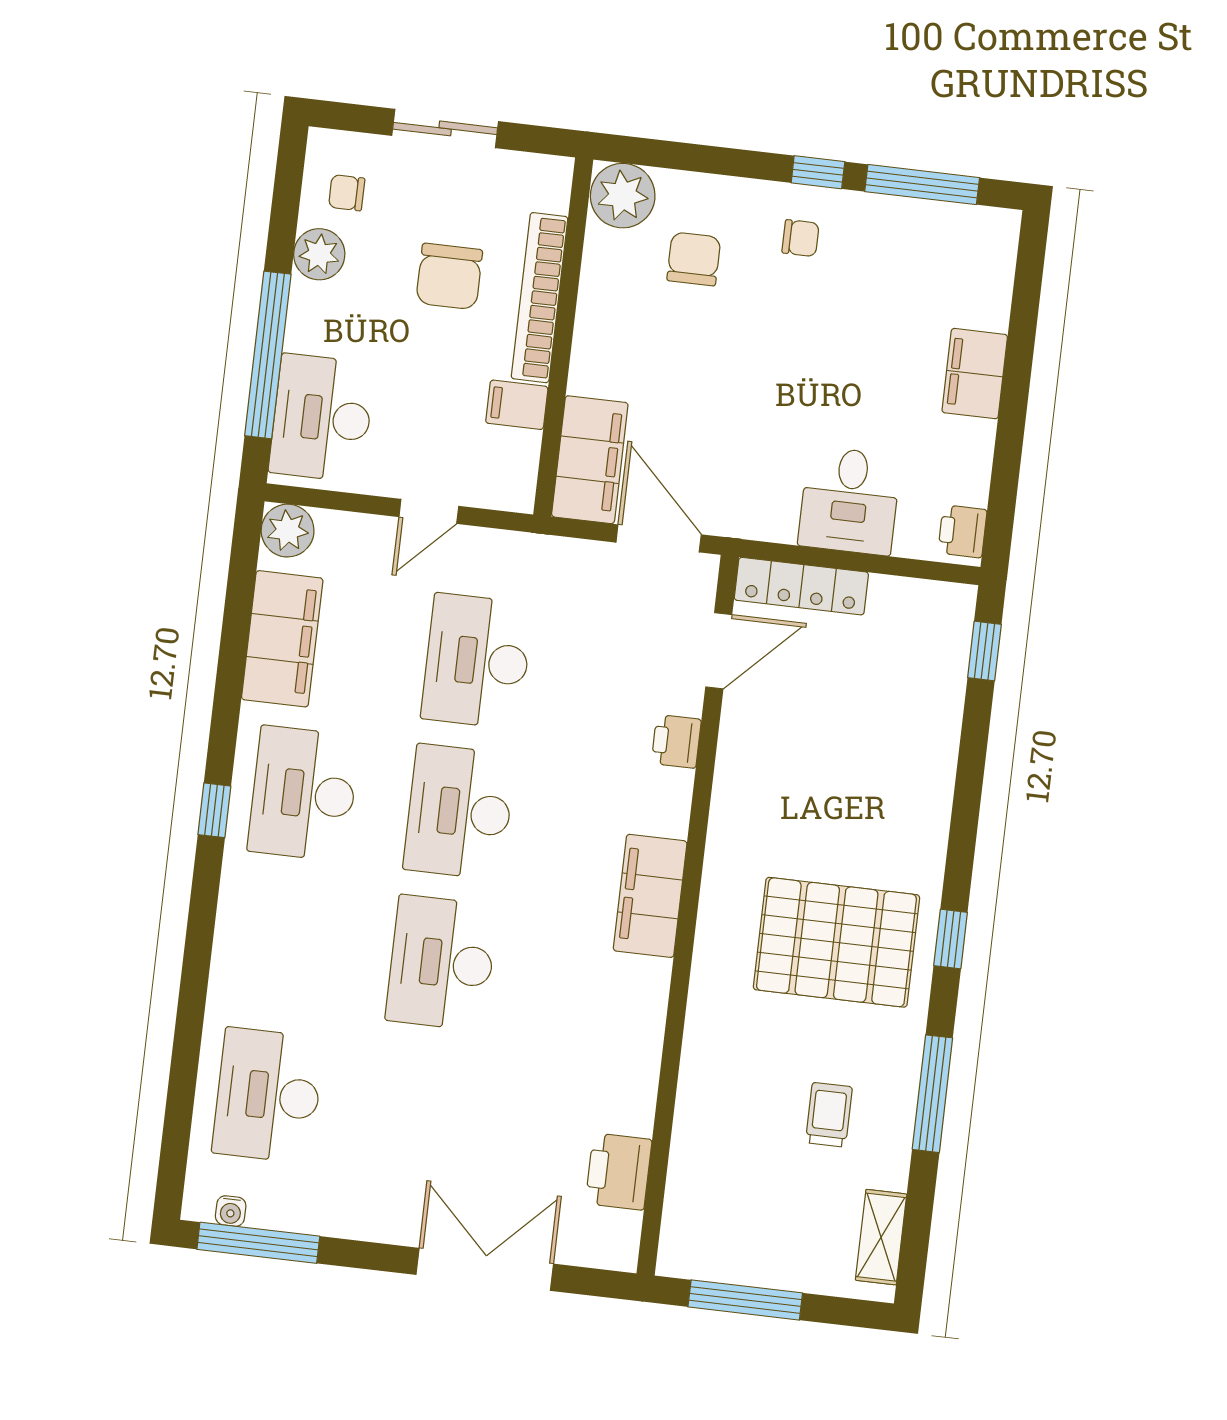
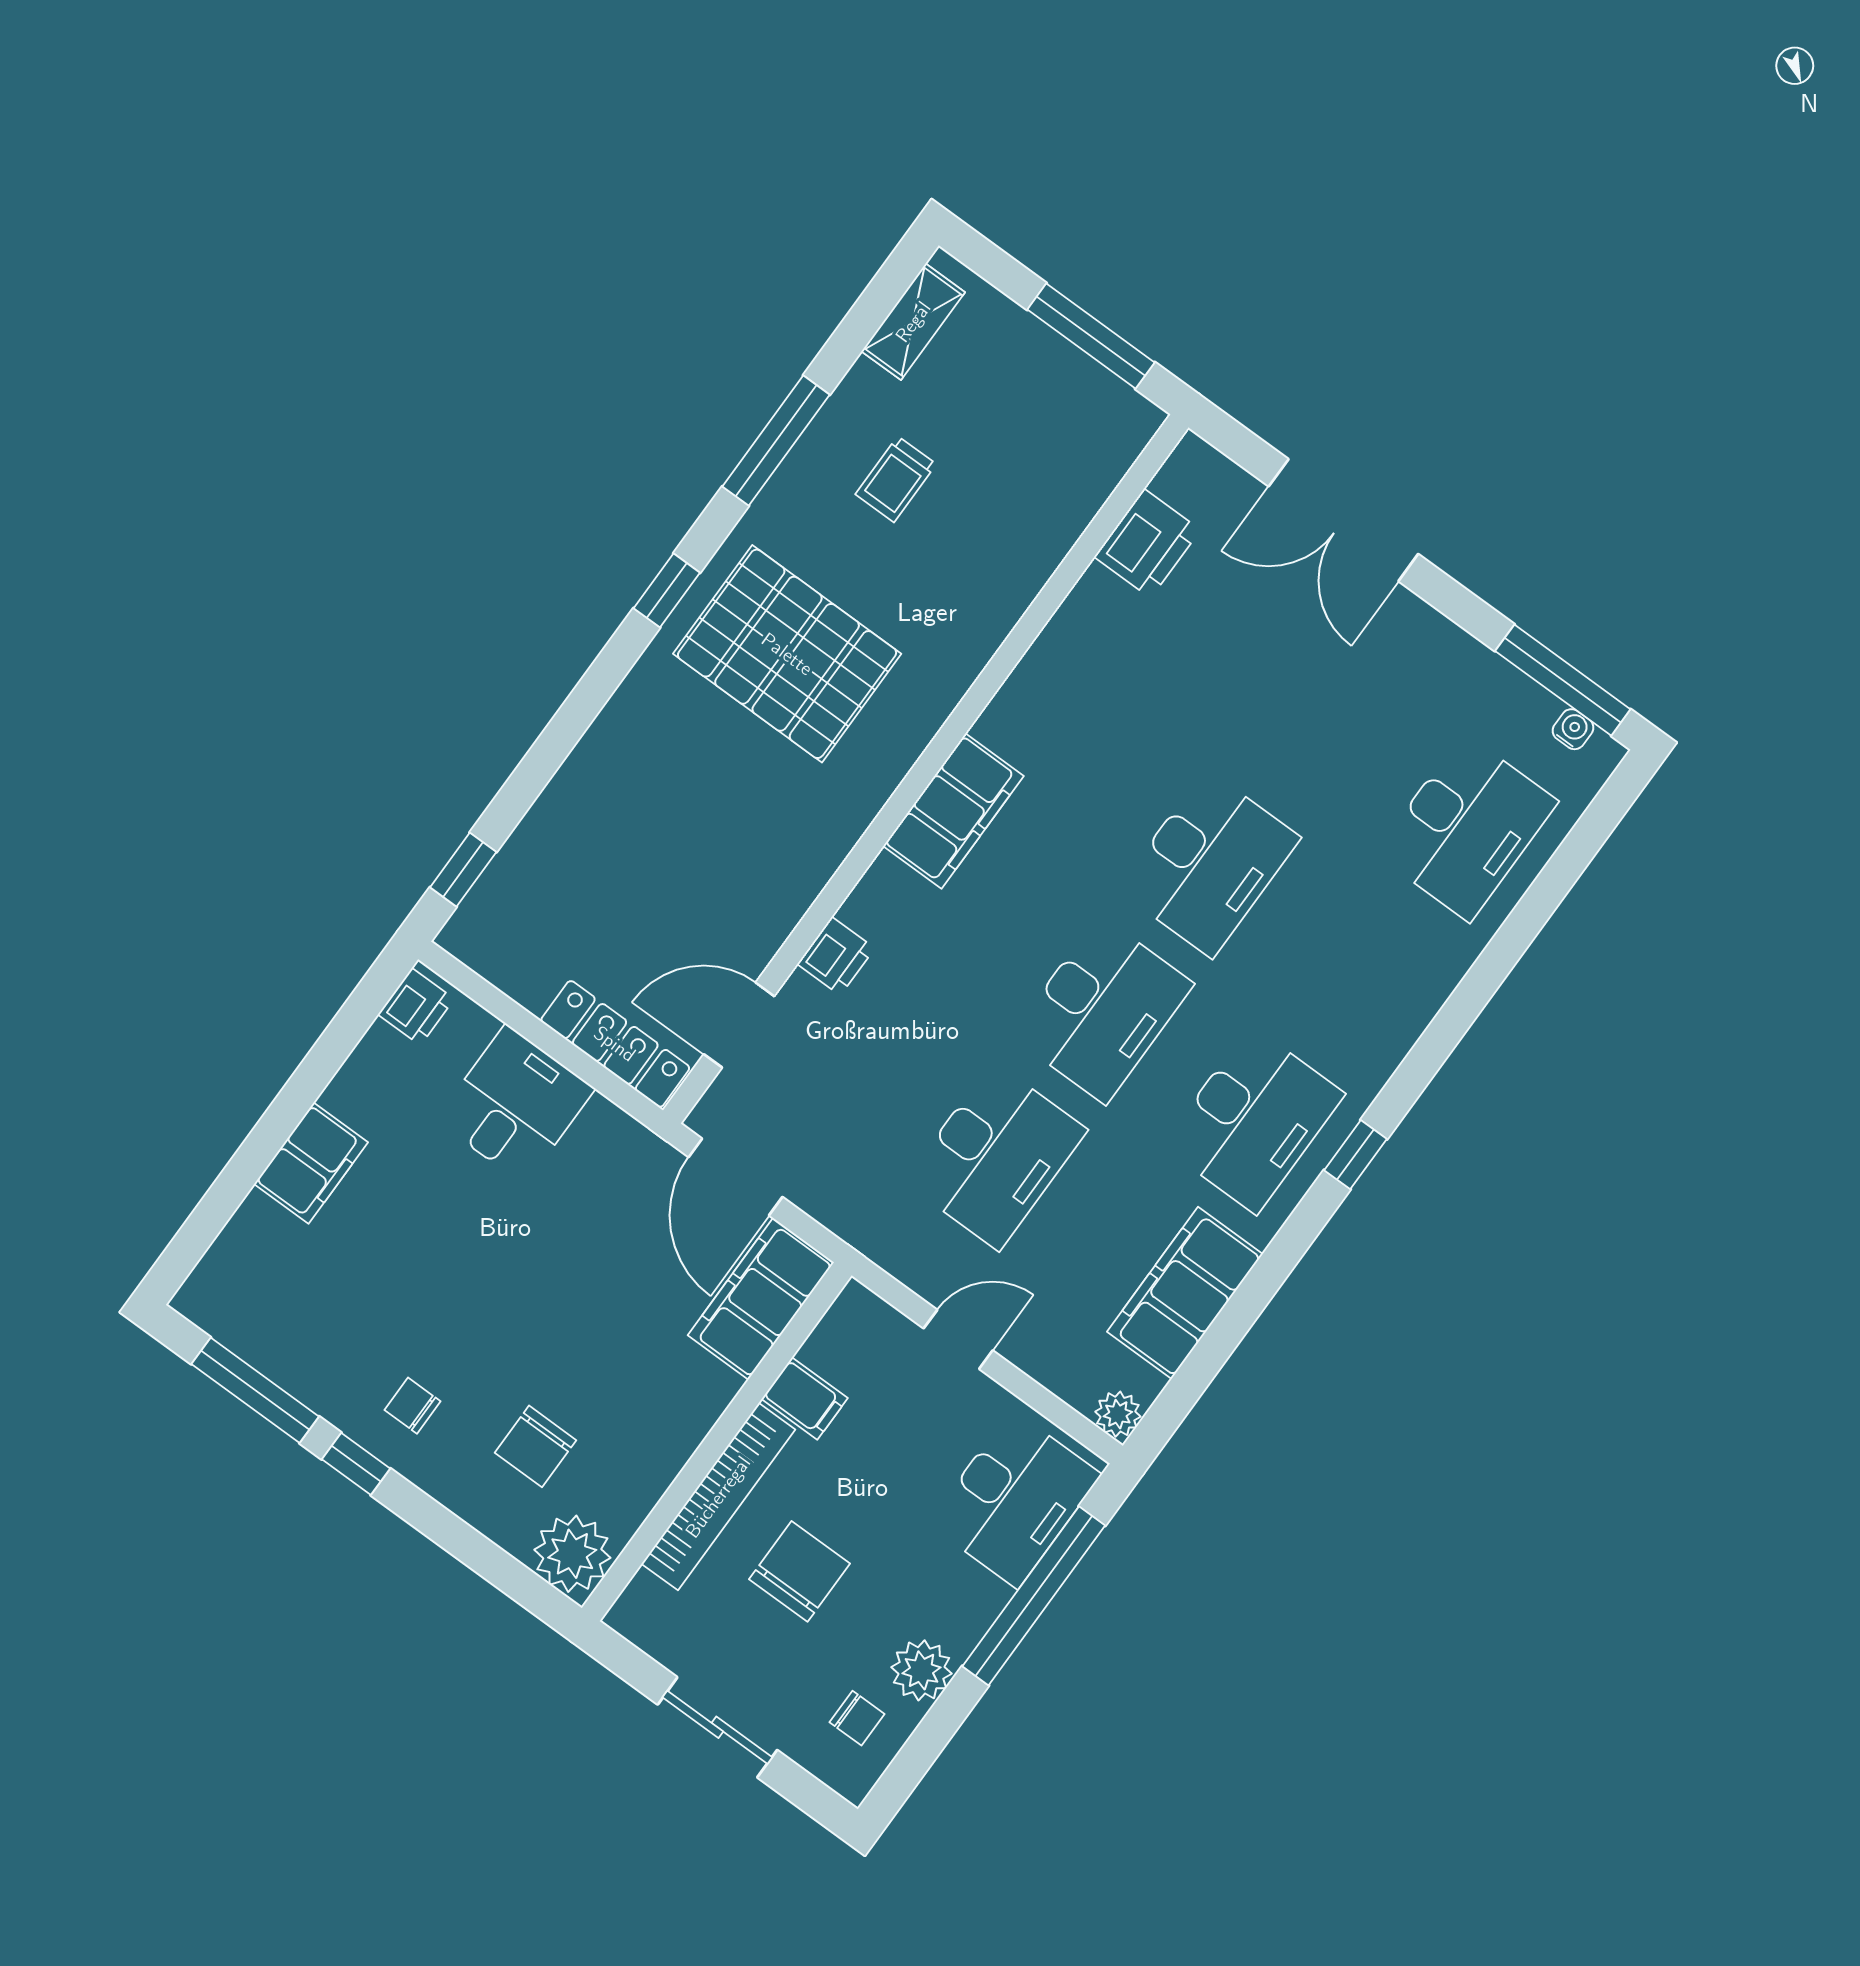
plant: (288, 531) -> (1118, 1414), width x0.73, depth x0.73

